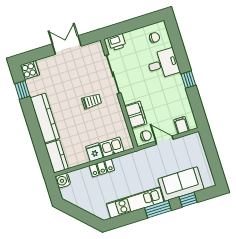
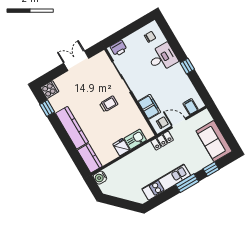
locker: (102, 168) -> (162, 141), moved
sofa: (181, 184) -> (214, 141), moved, turned -90

